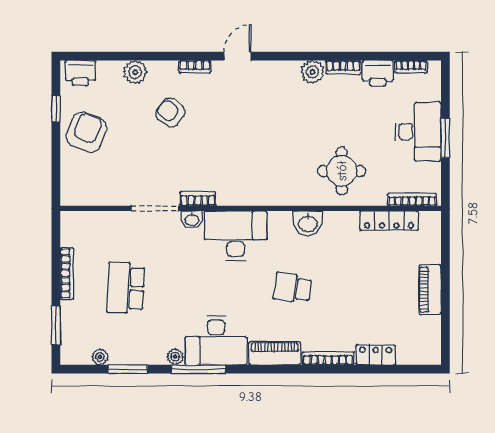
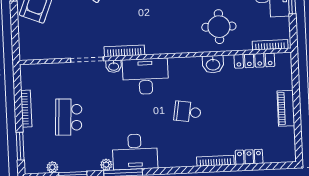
bookcase: (198, 199) -> (124, 51), width x1.56
washbasin: (308, 223) -> (213, 64), moved
piano: (275, 353) -> (177, 159), removed

